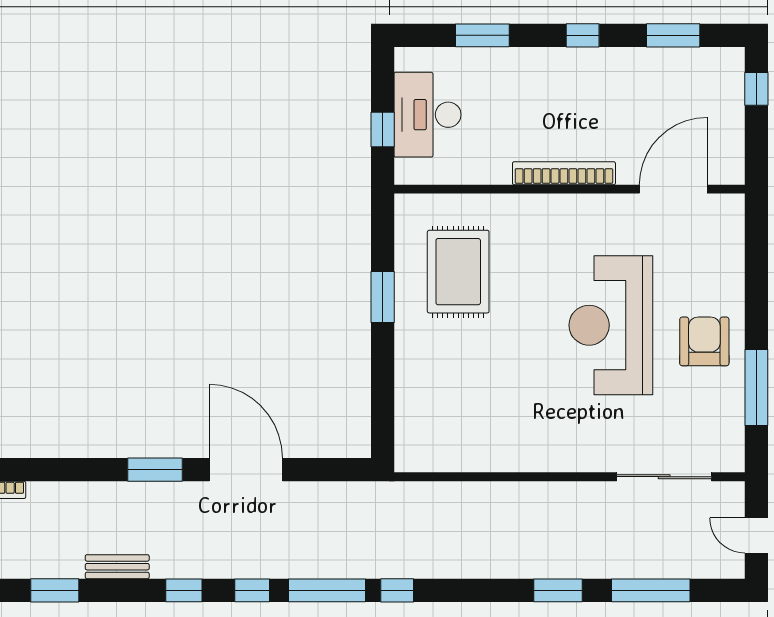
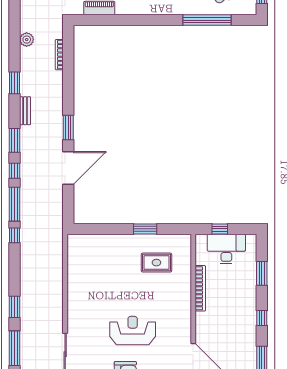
bookcase: (564, 173) -> (200, 288), moved
rug: (458, 272) -> (156, 263), width x0.73, depth x0.70
reception desk: (611, 325) -> (133, 331), width x0.74, depth x0.77
window: (184, 590) -> (15, 140), width x1.50

